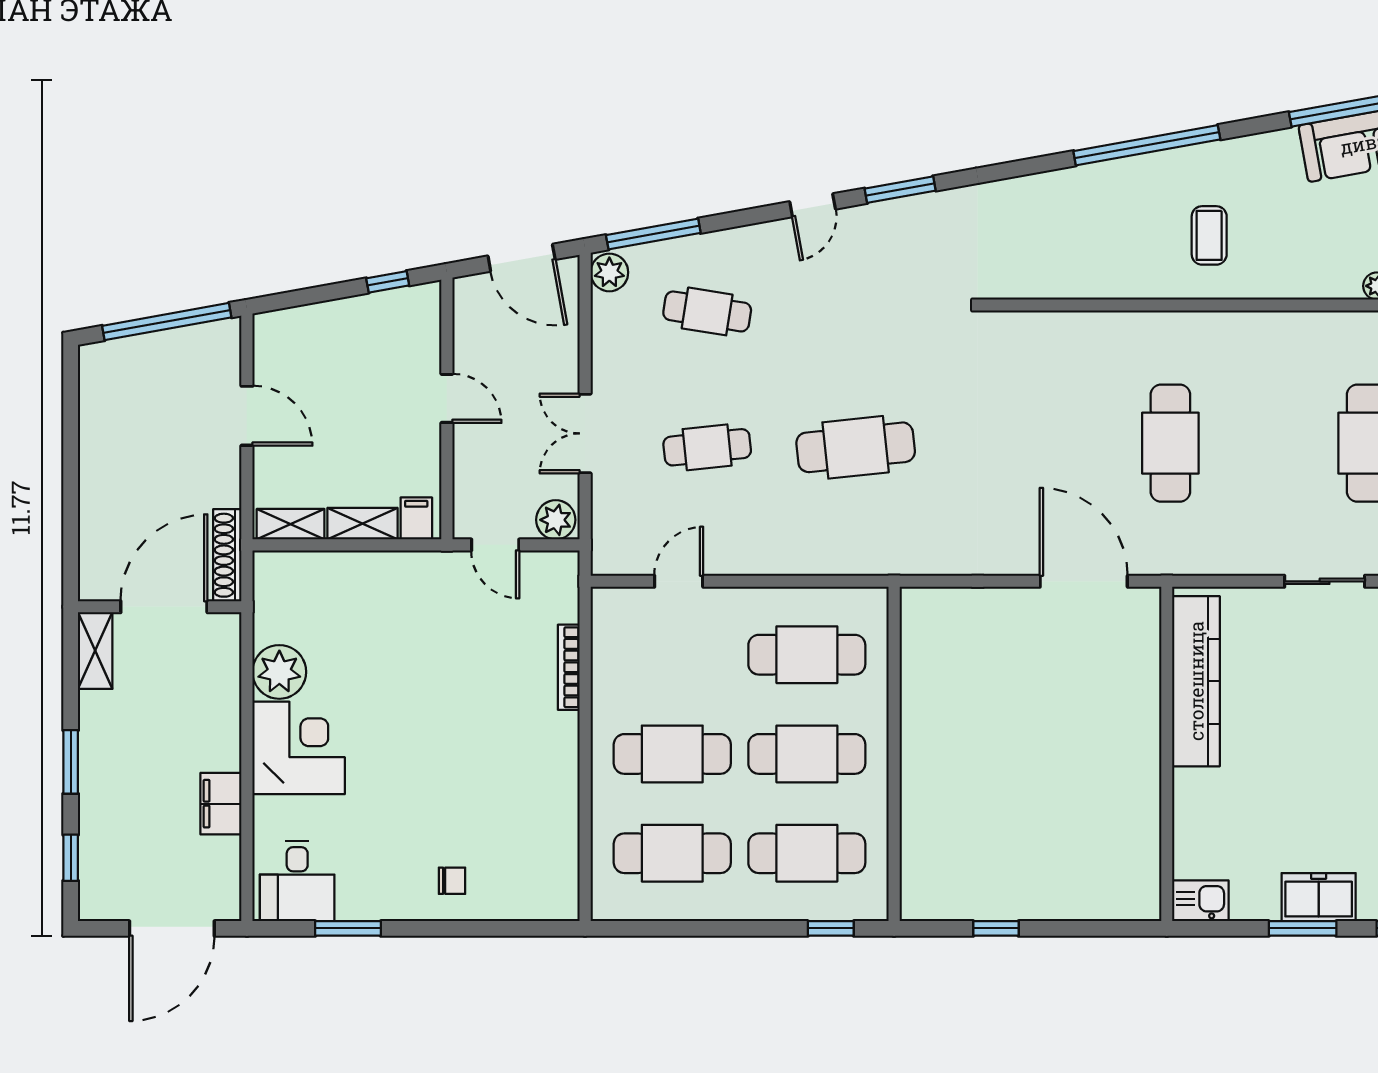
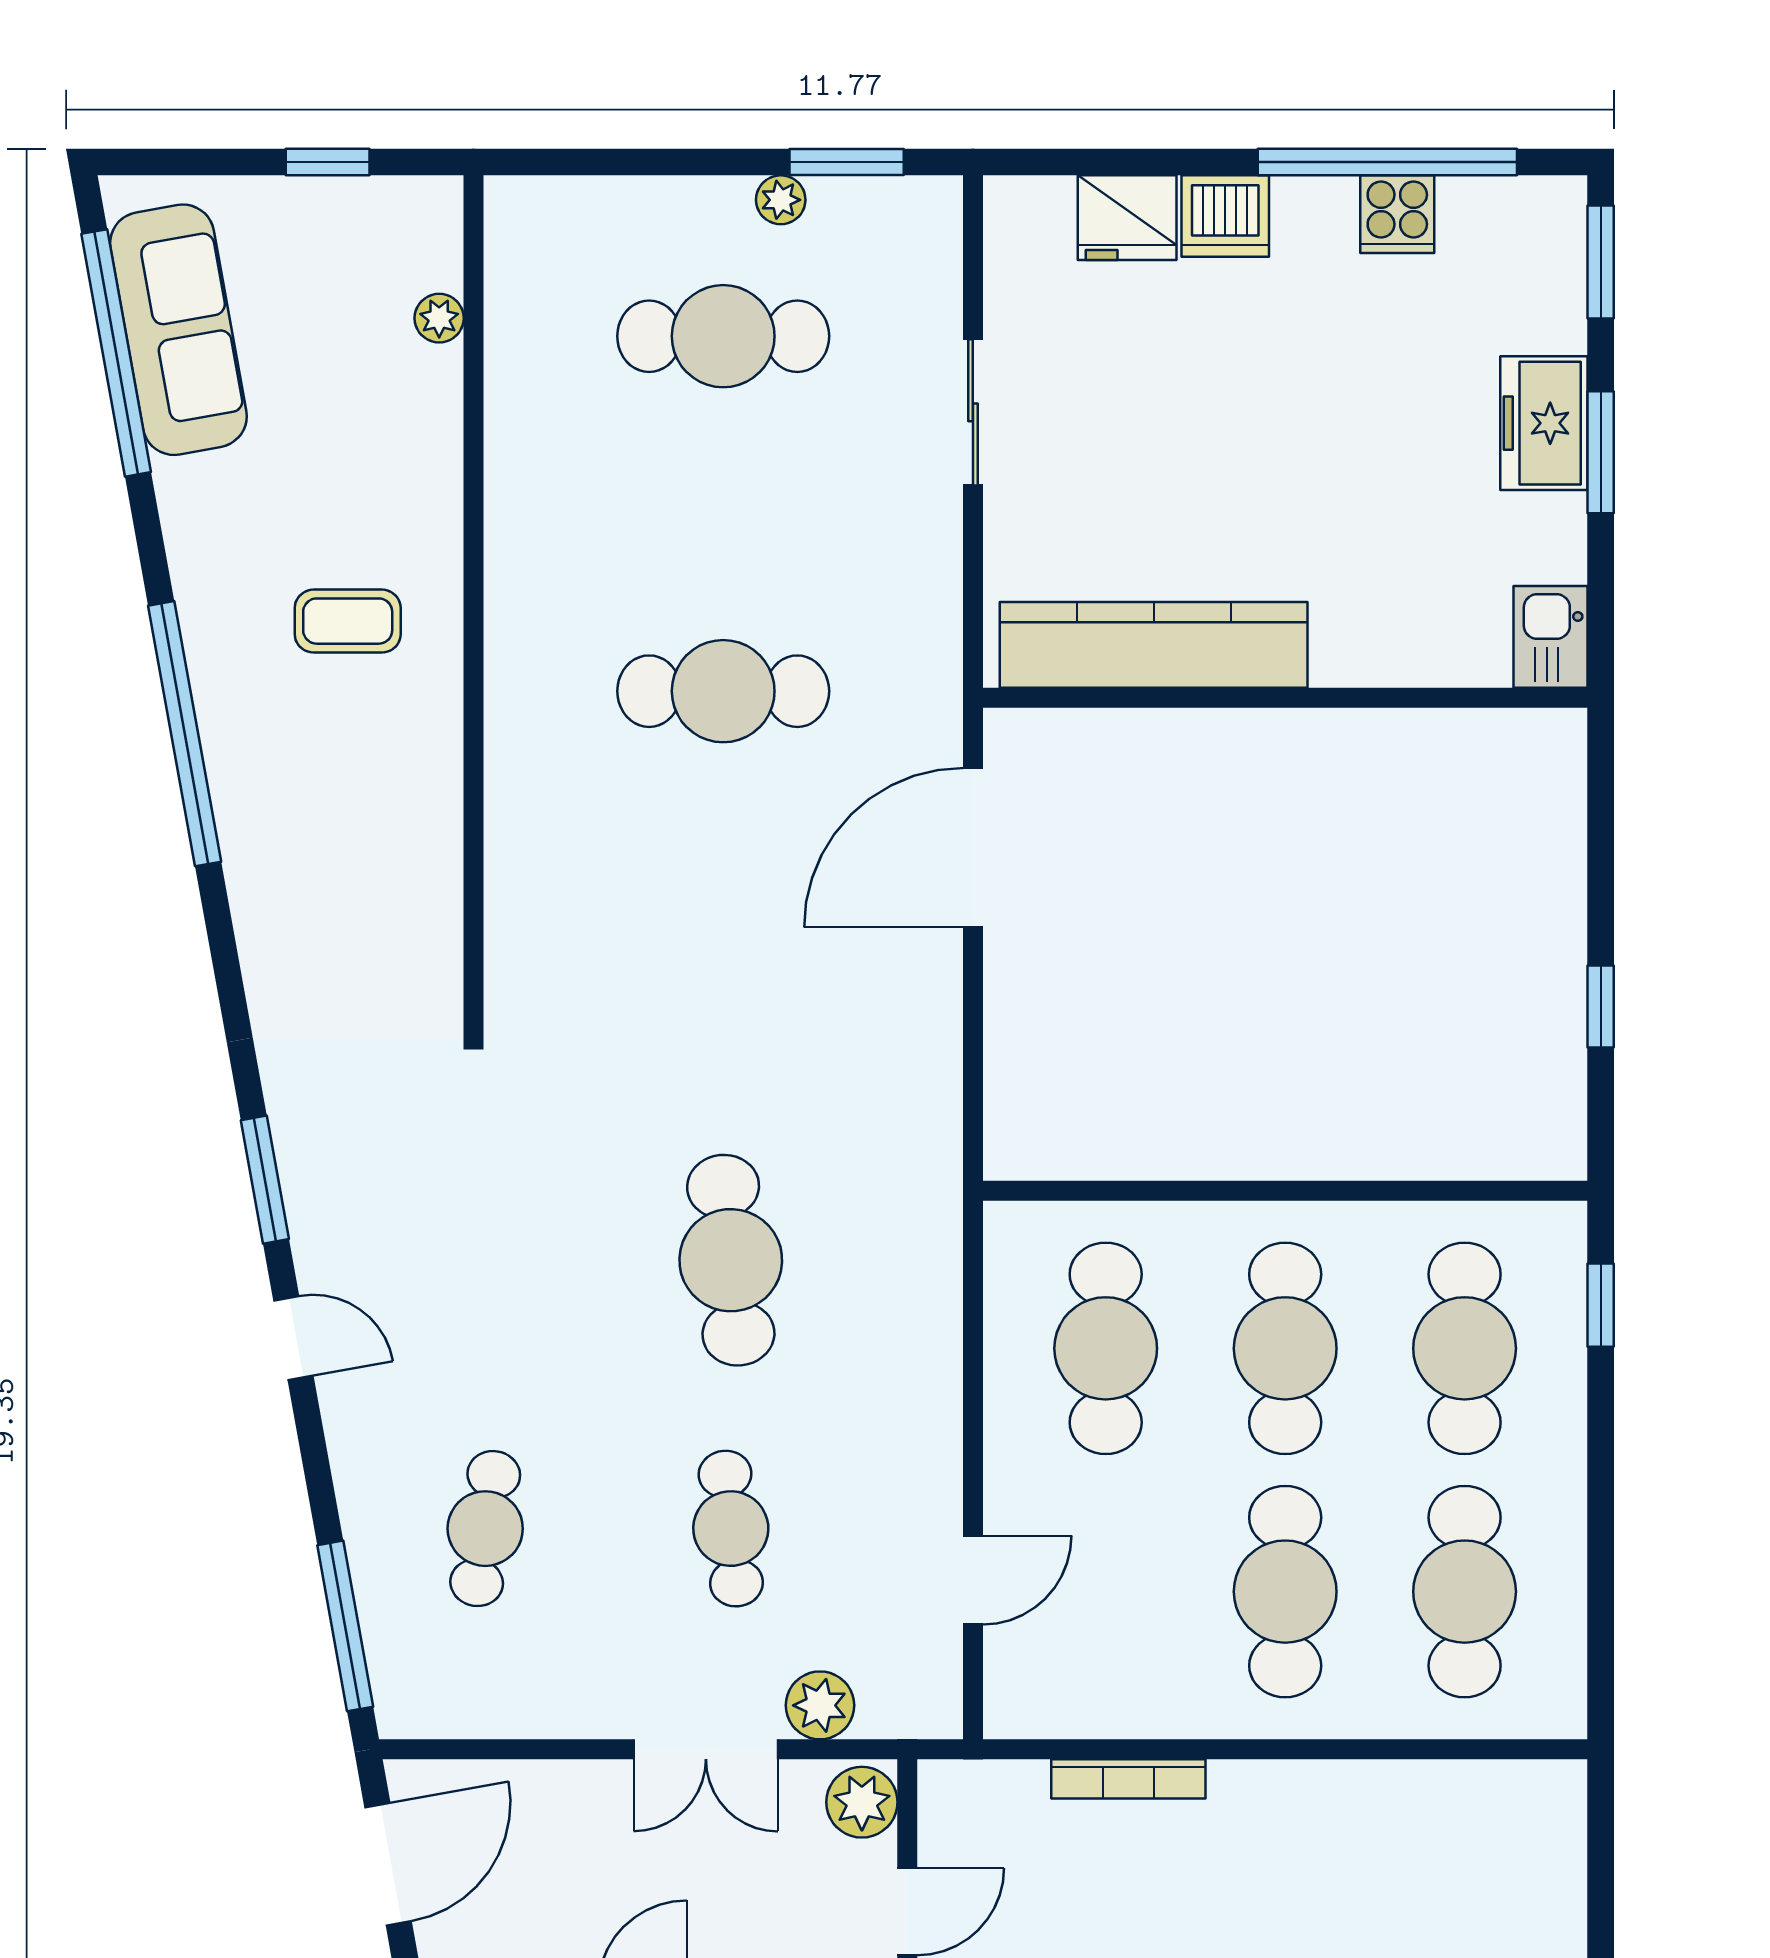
plant: (609, 272) -> (820, 1705), moved
door: (679, 581) -> (973, 1580), swing flipped

